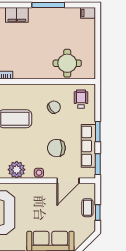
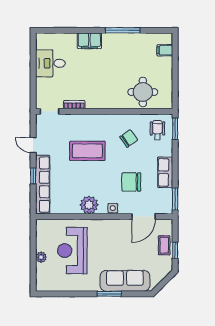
filing cabinet: (88, 13) -> (165, 50), moved
window: (98, 132) -> (175, 129), moved
row of seats: (88, 146) -> (165, 172), width x0.68

